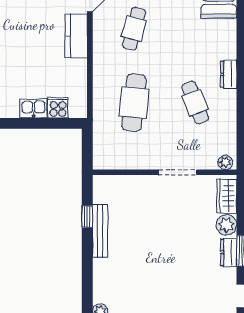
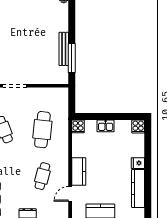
cooker: (58, 108) -> (78, 126), moved
window: (87, 217) -> (72, 58), width x2.17

